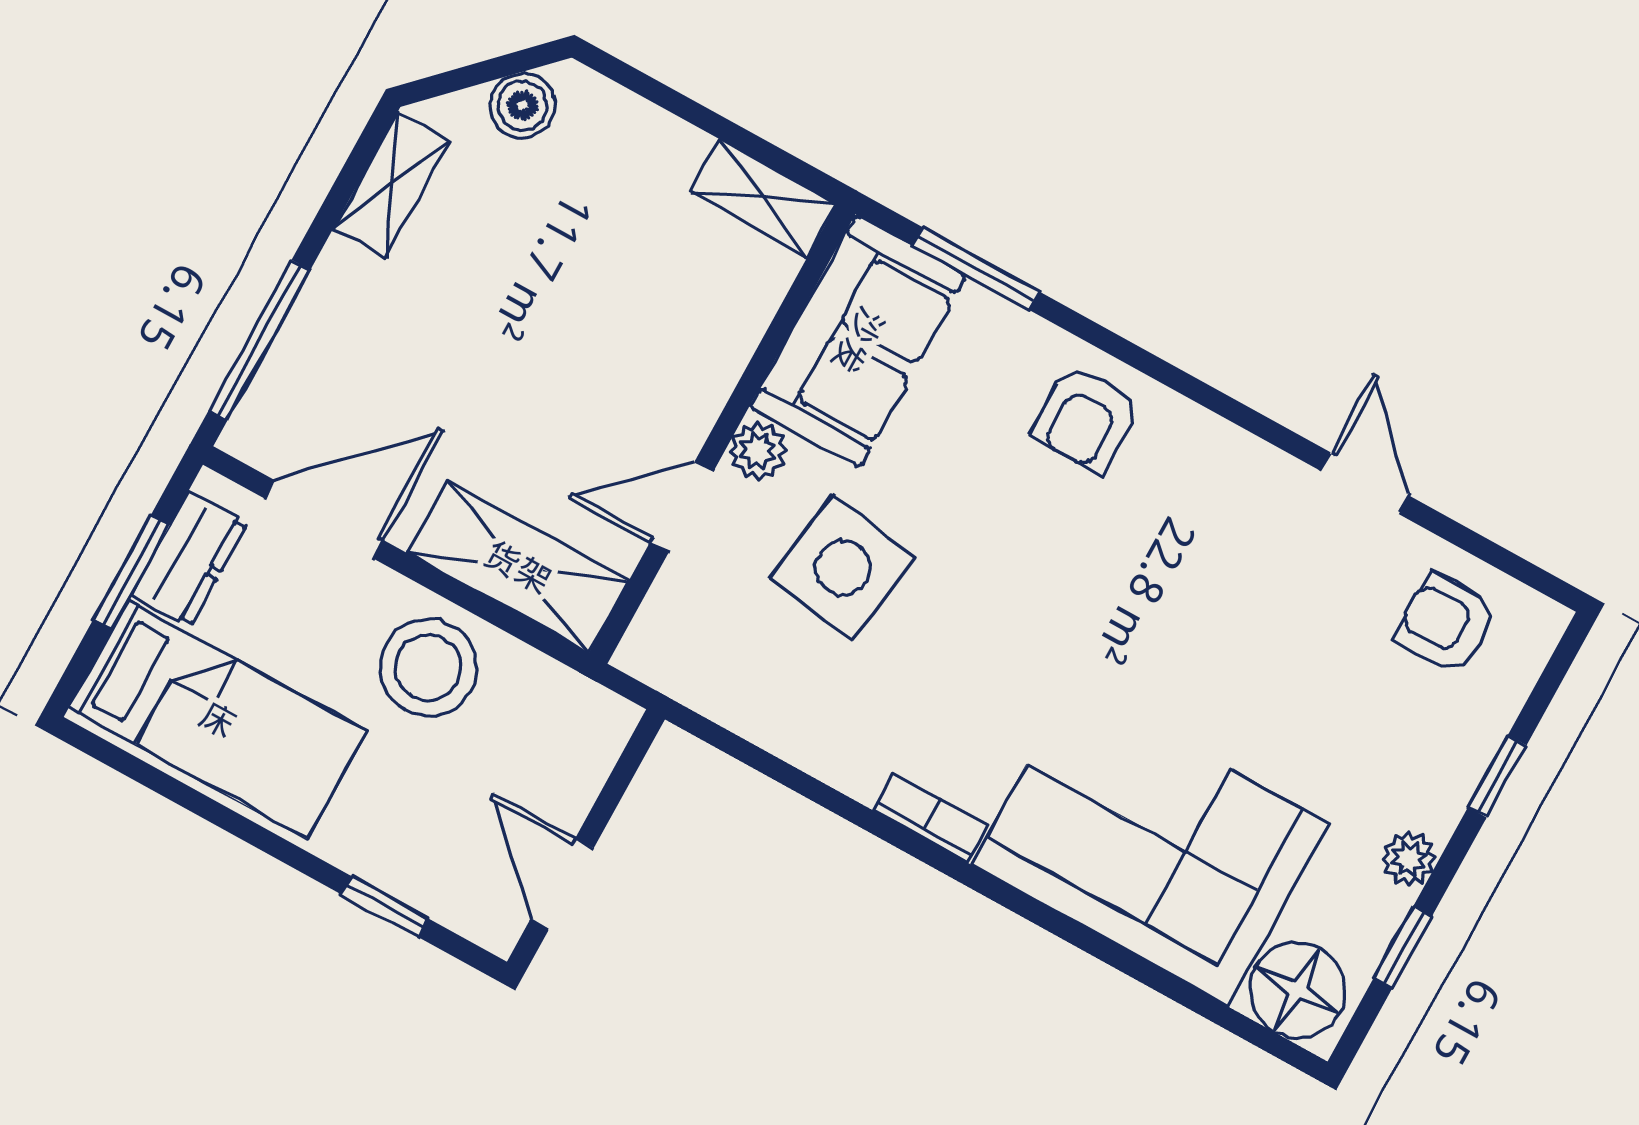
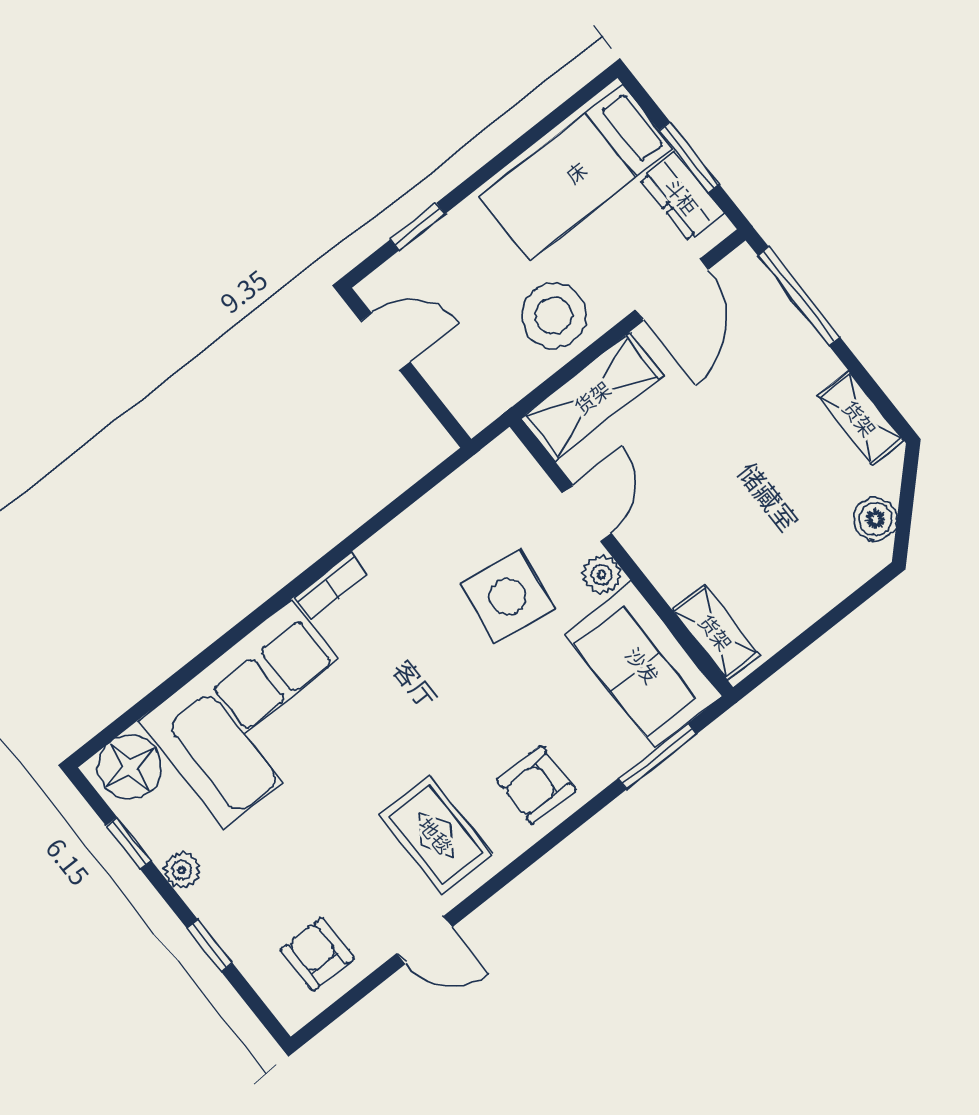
shelving: (763, 198) -> (716, 632), moved, turned 90
armchair: (1086, 419) -> (536, 785), turned -90
rug: (1213, 528) -> (436, 835), added
armchair: (1446, 623) -> (317, 954), turned -90

